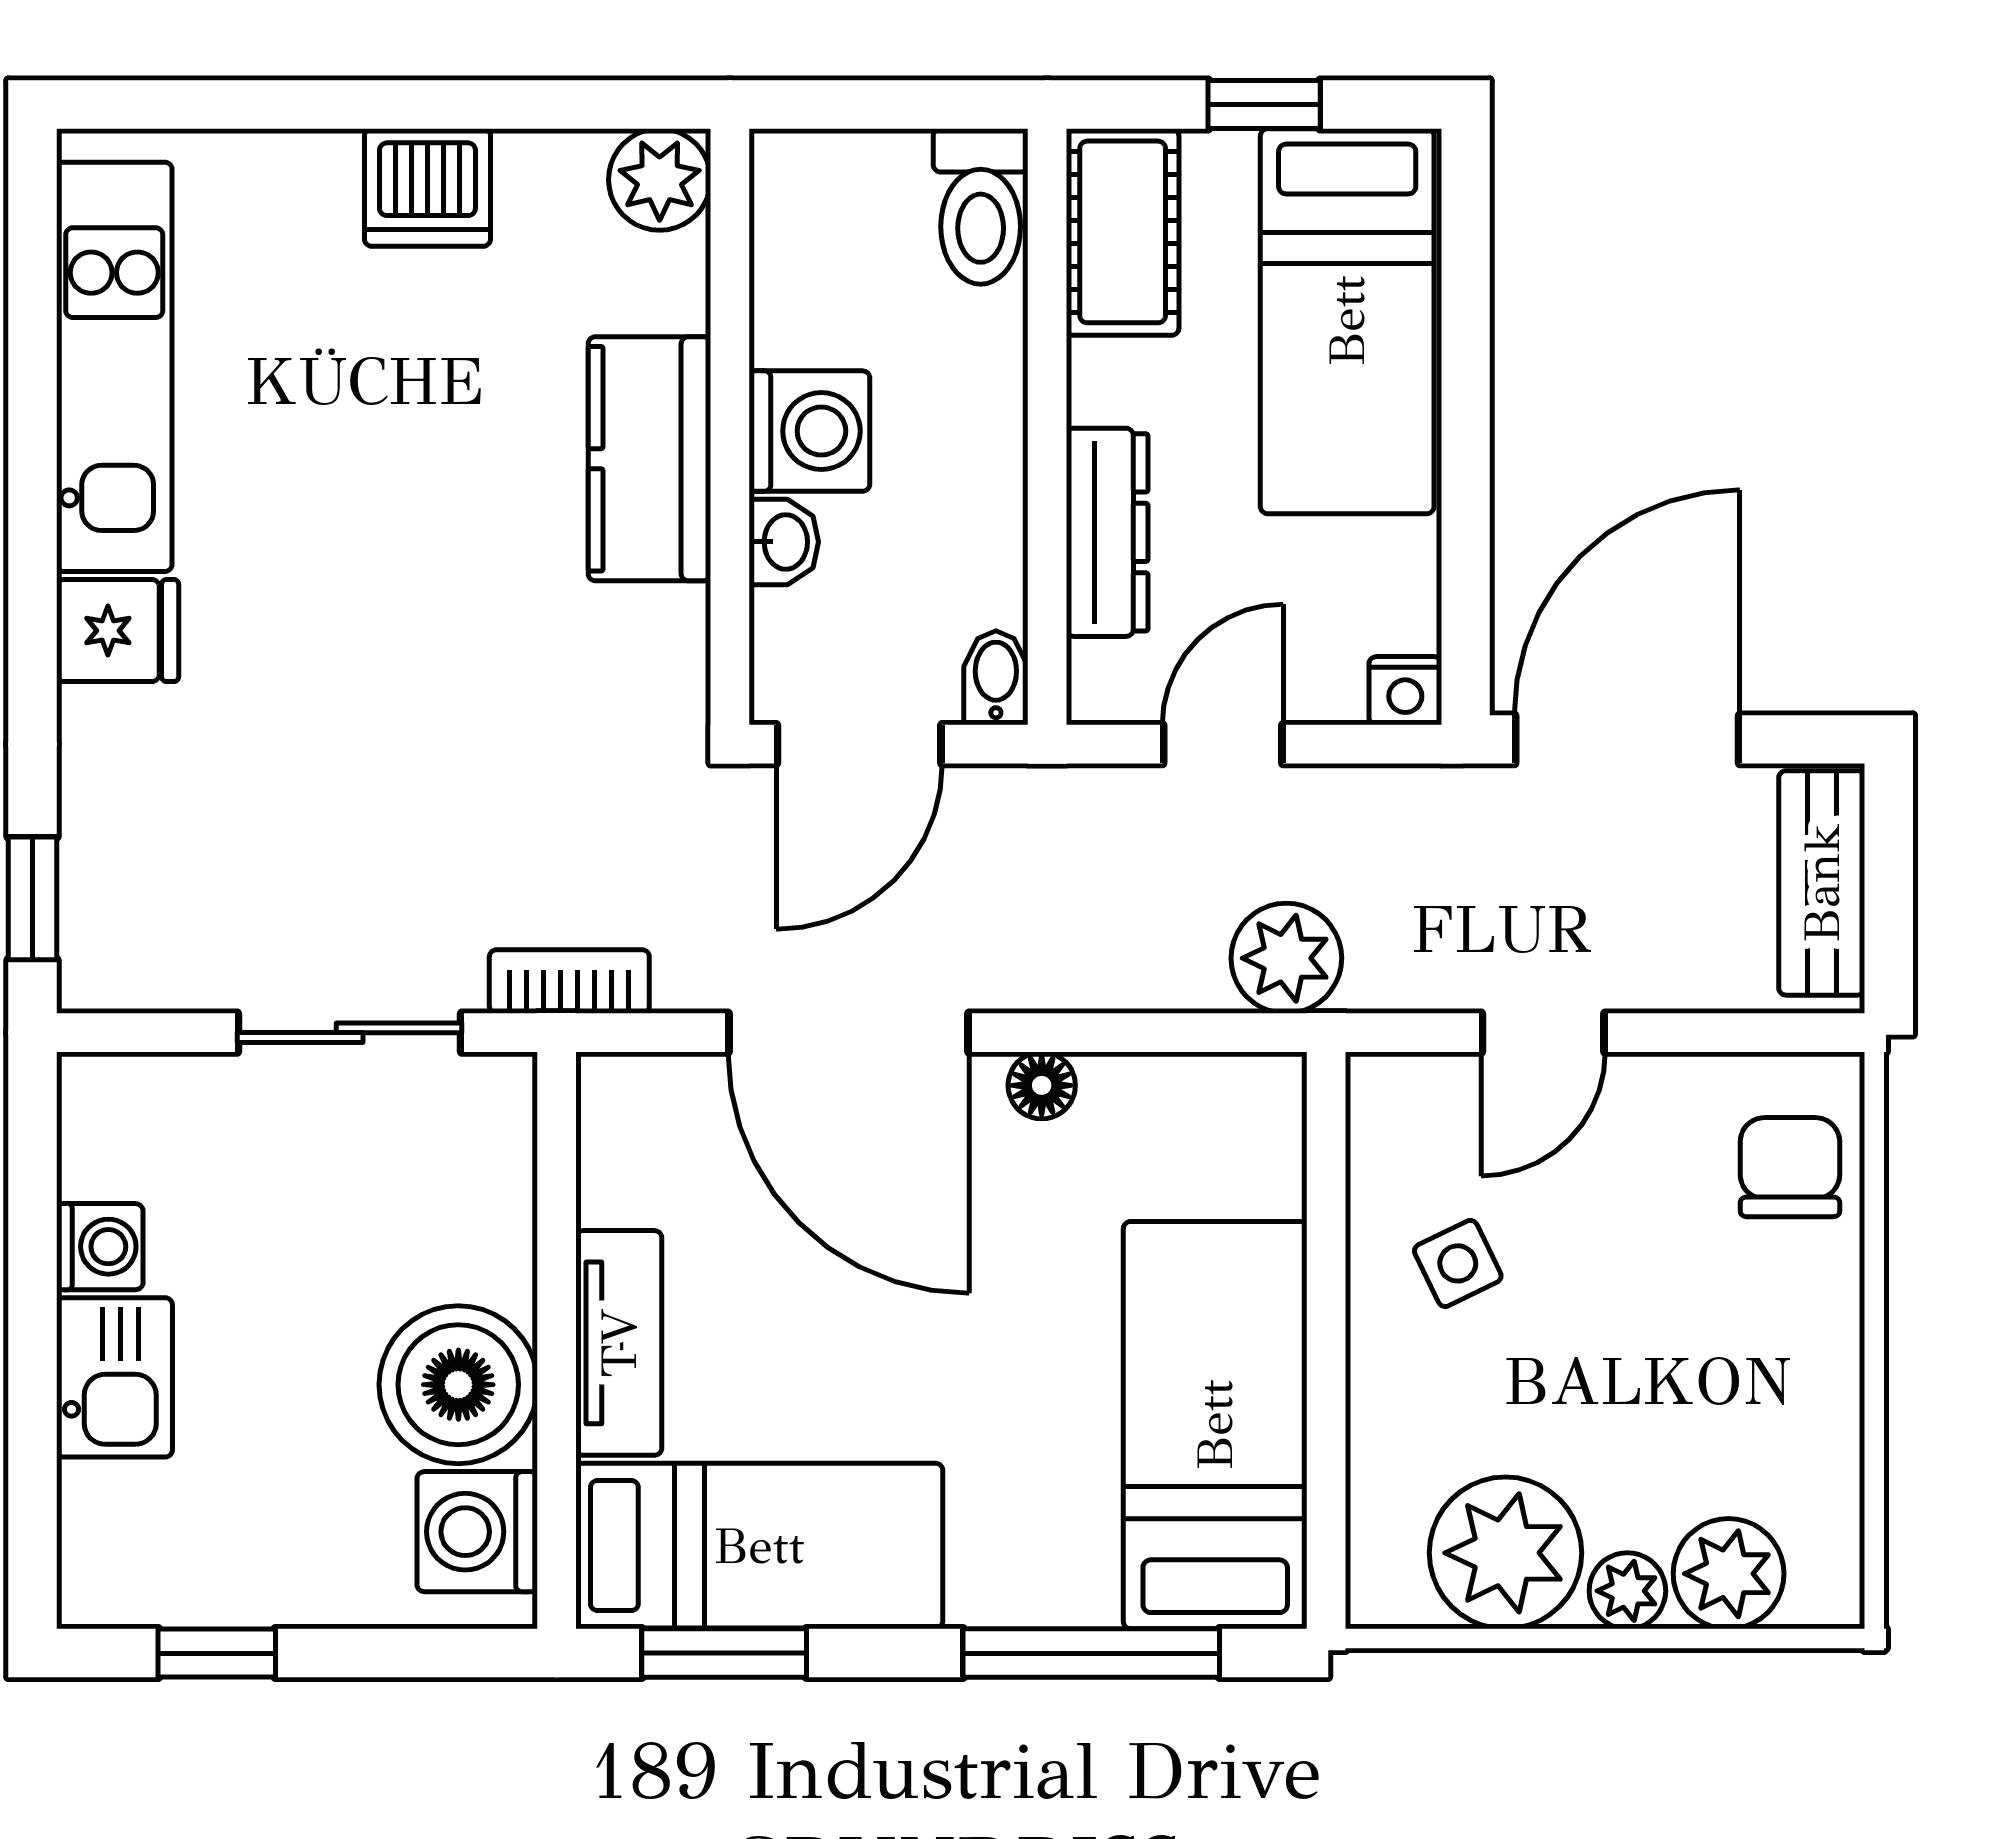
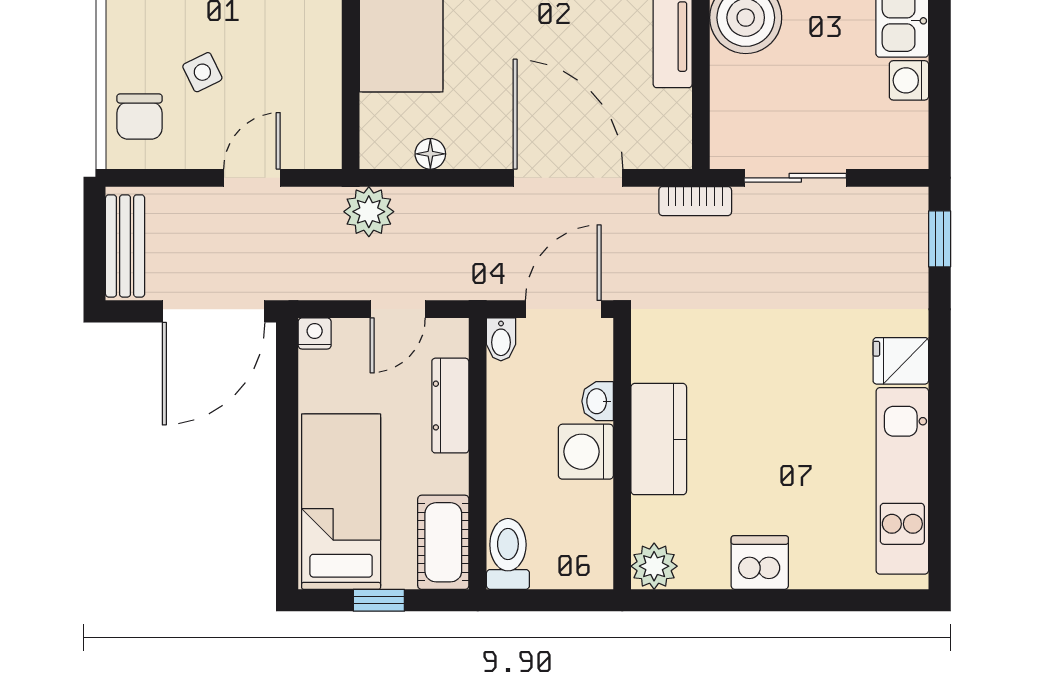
floor lamp: (1042, 1085) -> (430, 154), moved
side table: (1458, 1263) -> (202, 72), moved

